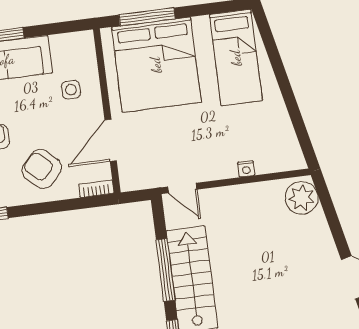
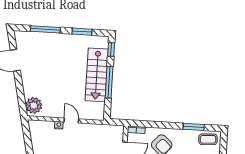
door: (182, 188) -> (71, 120), moved

